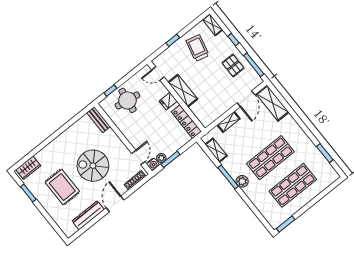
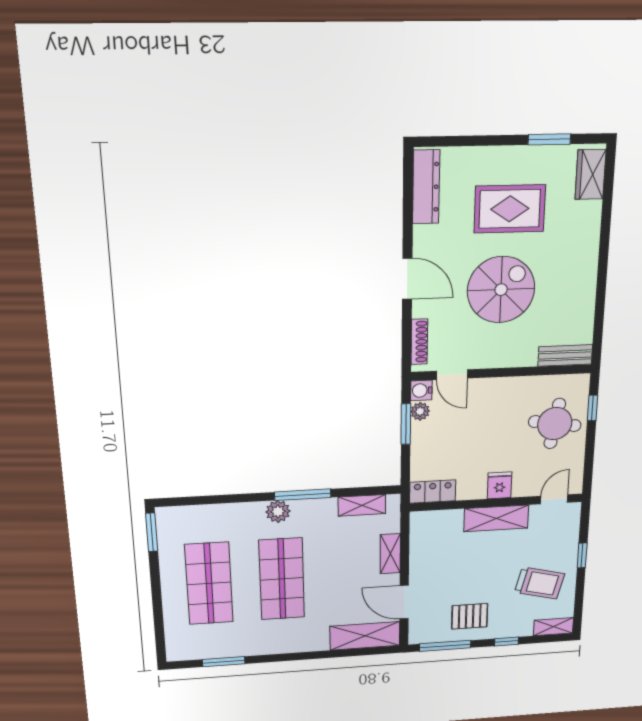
locker: (186, 122) -> (433, 491), width x0.66
dresser: (88, 215) -> (426, 187), moved

